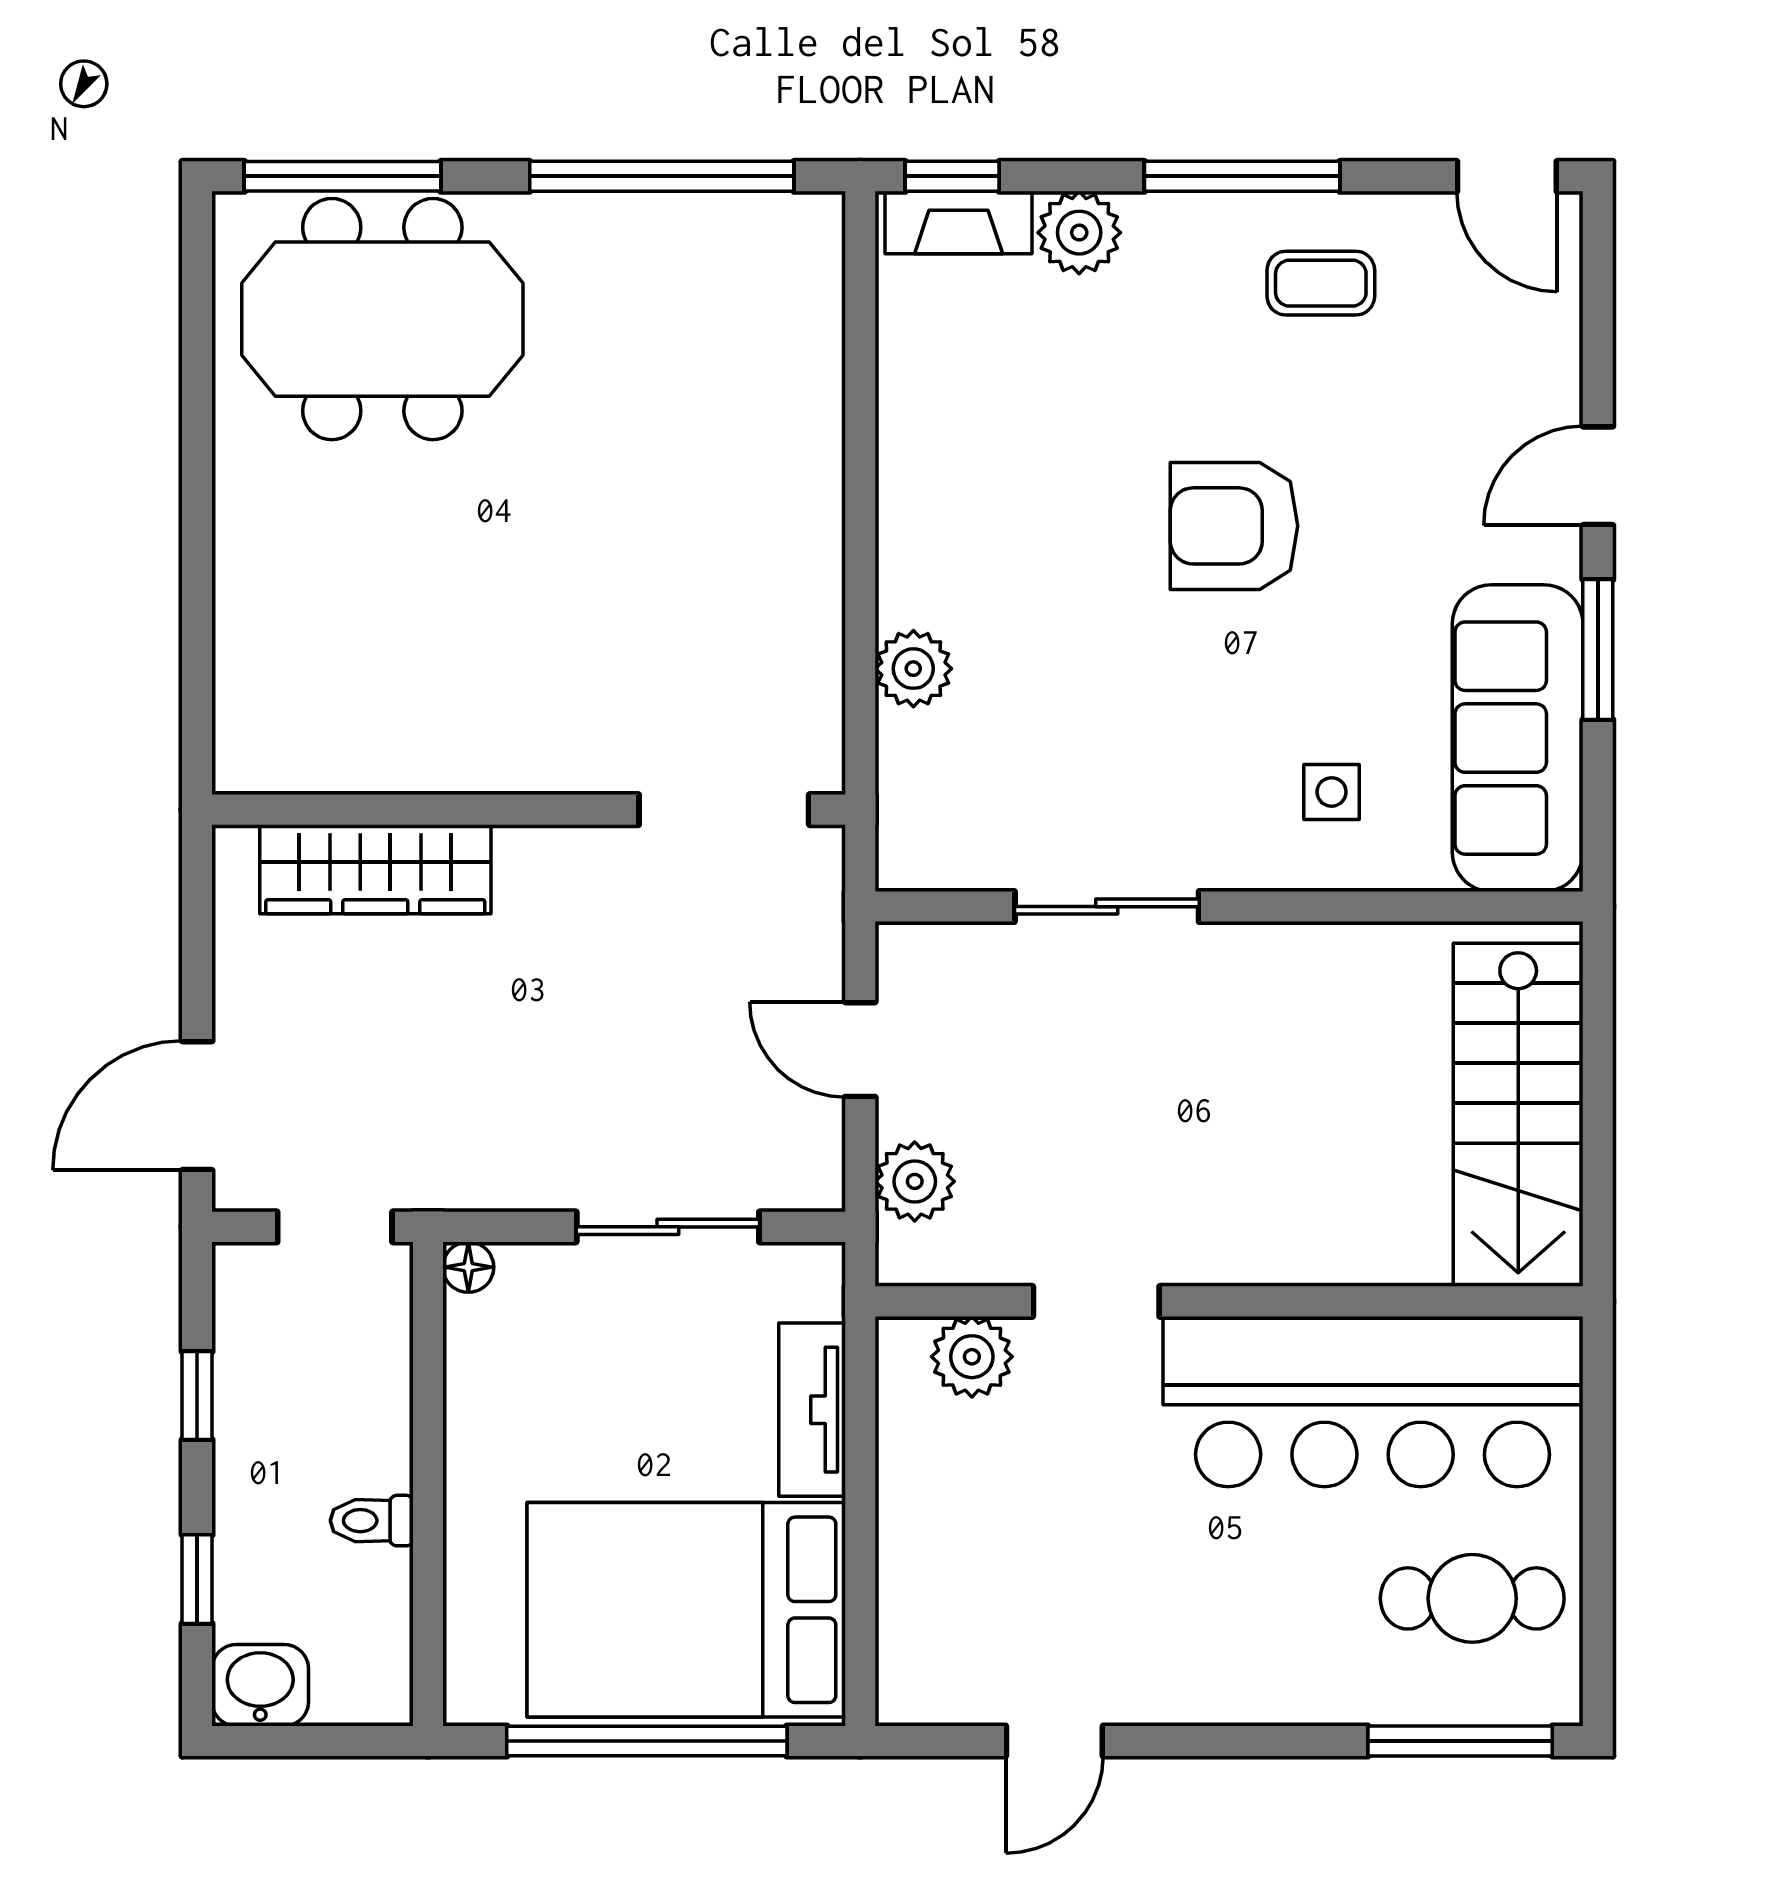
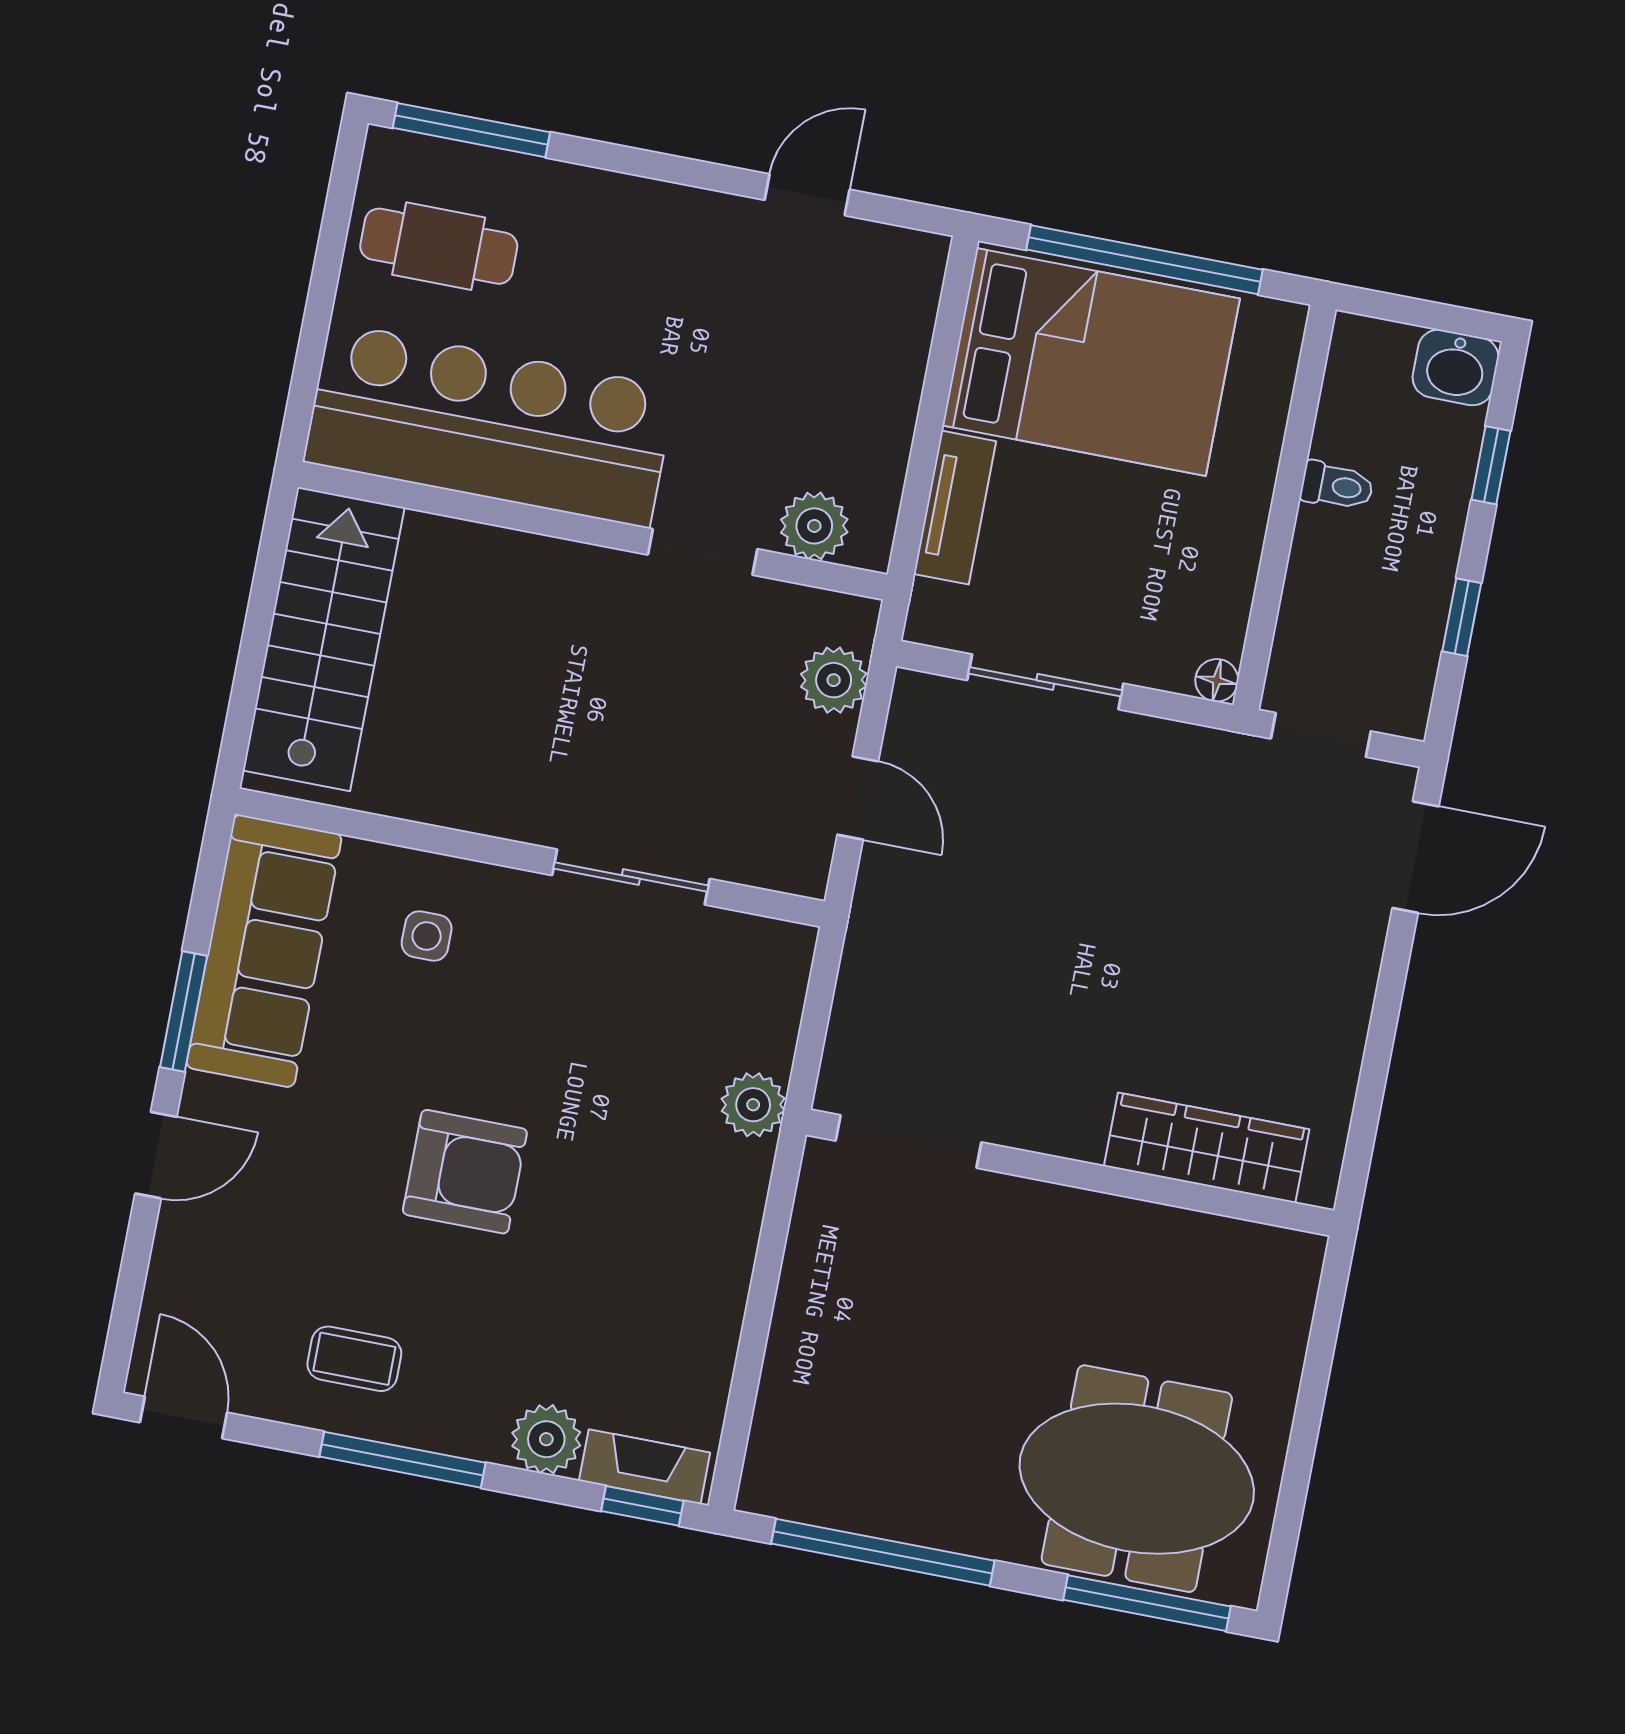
wall: (529, 810) -> (1070, 1173), moved
doorway: (724, 810) -> (909, 1141), moved
wardrobe: (375, 869) -> (1207, 1148), moved

